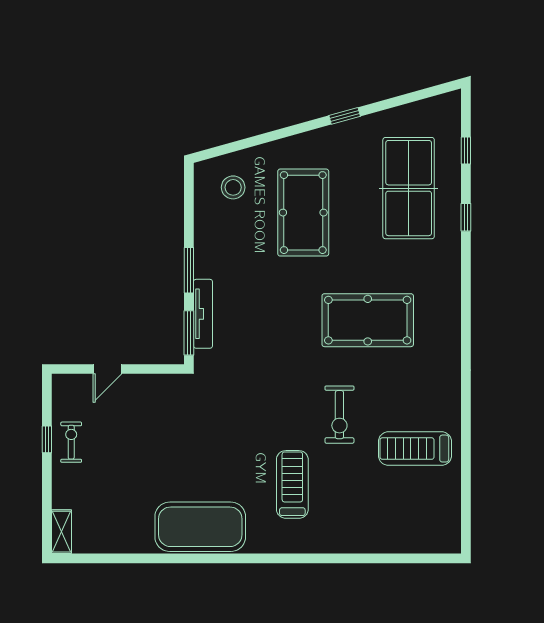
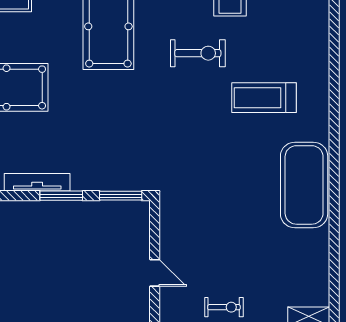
tv unit: (203, 314) -> (37, 182), moved
exercise bike: (71, 442) -> (224, 307), turned 180

